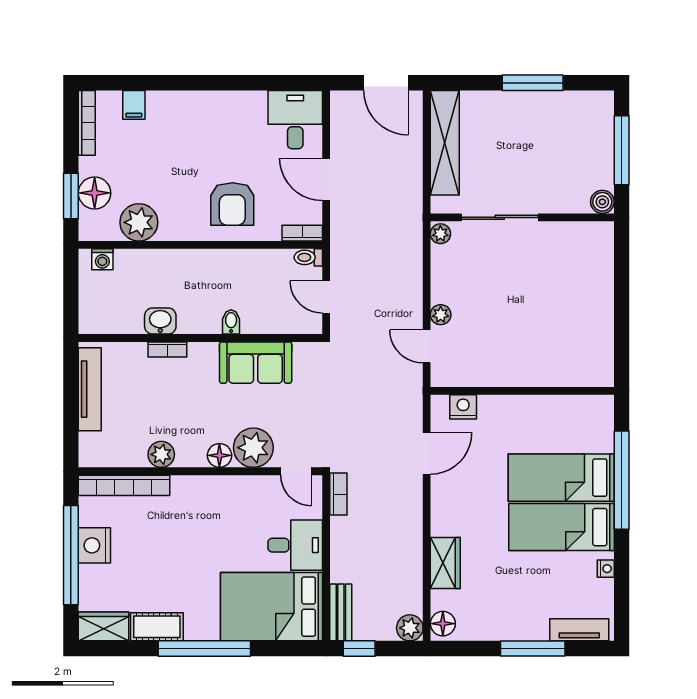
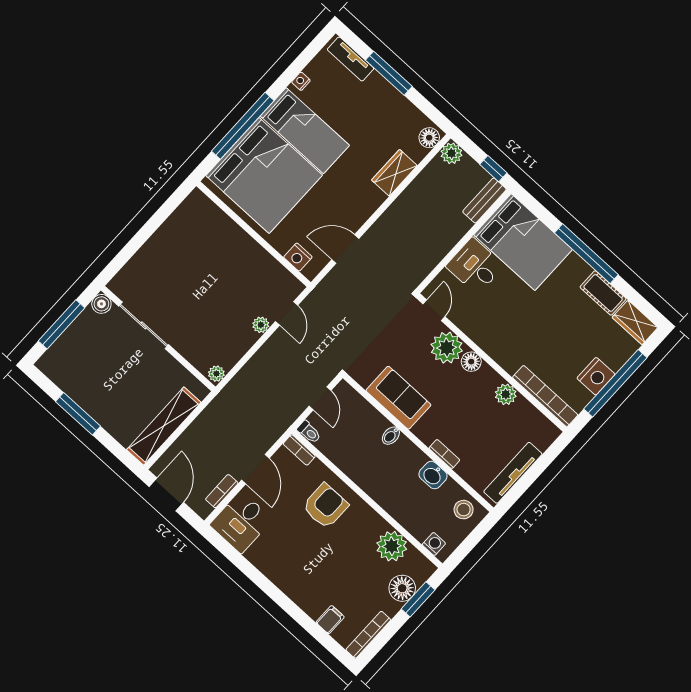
sliding door: (500, 217) -> (144, 325), moved
stool: (104, 315) -> (464, 510), added
bed: (561, 478) -> (264, 175), width x2.04
bookcase: (338, 494) -> (222, 491), moved

